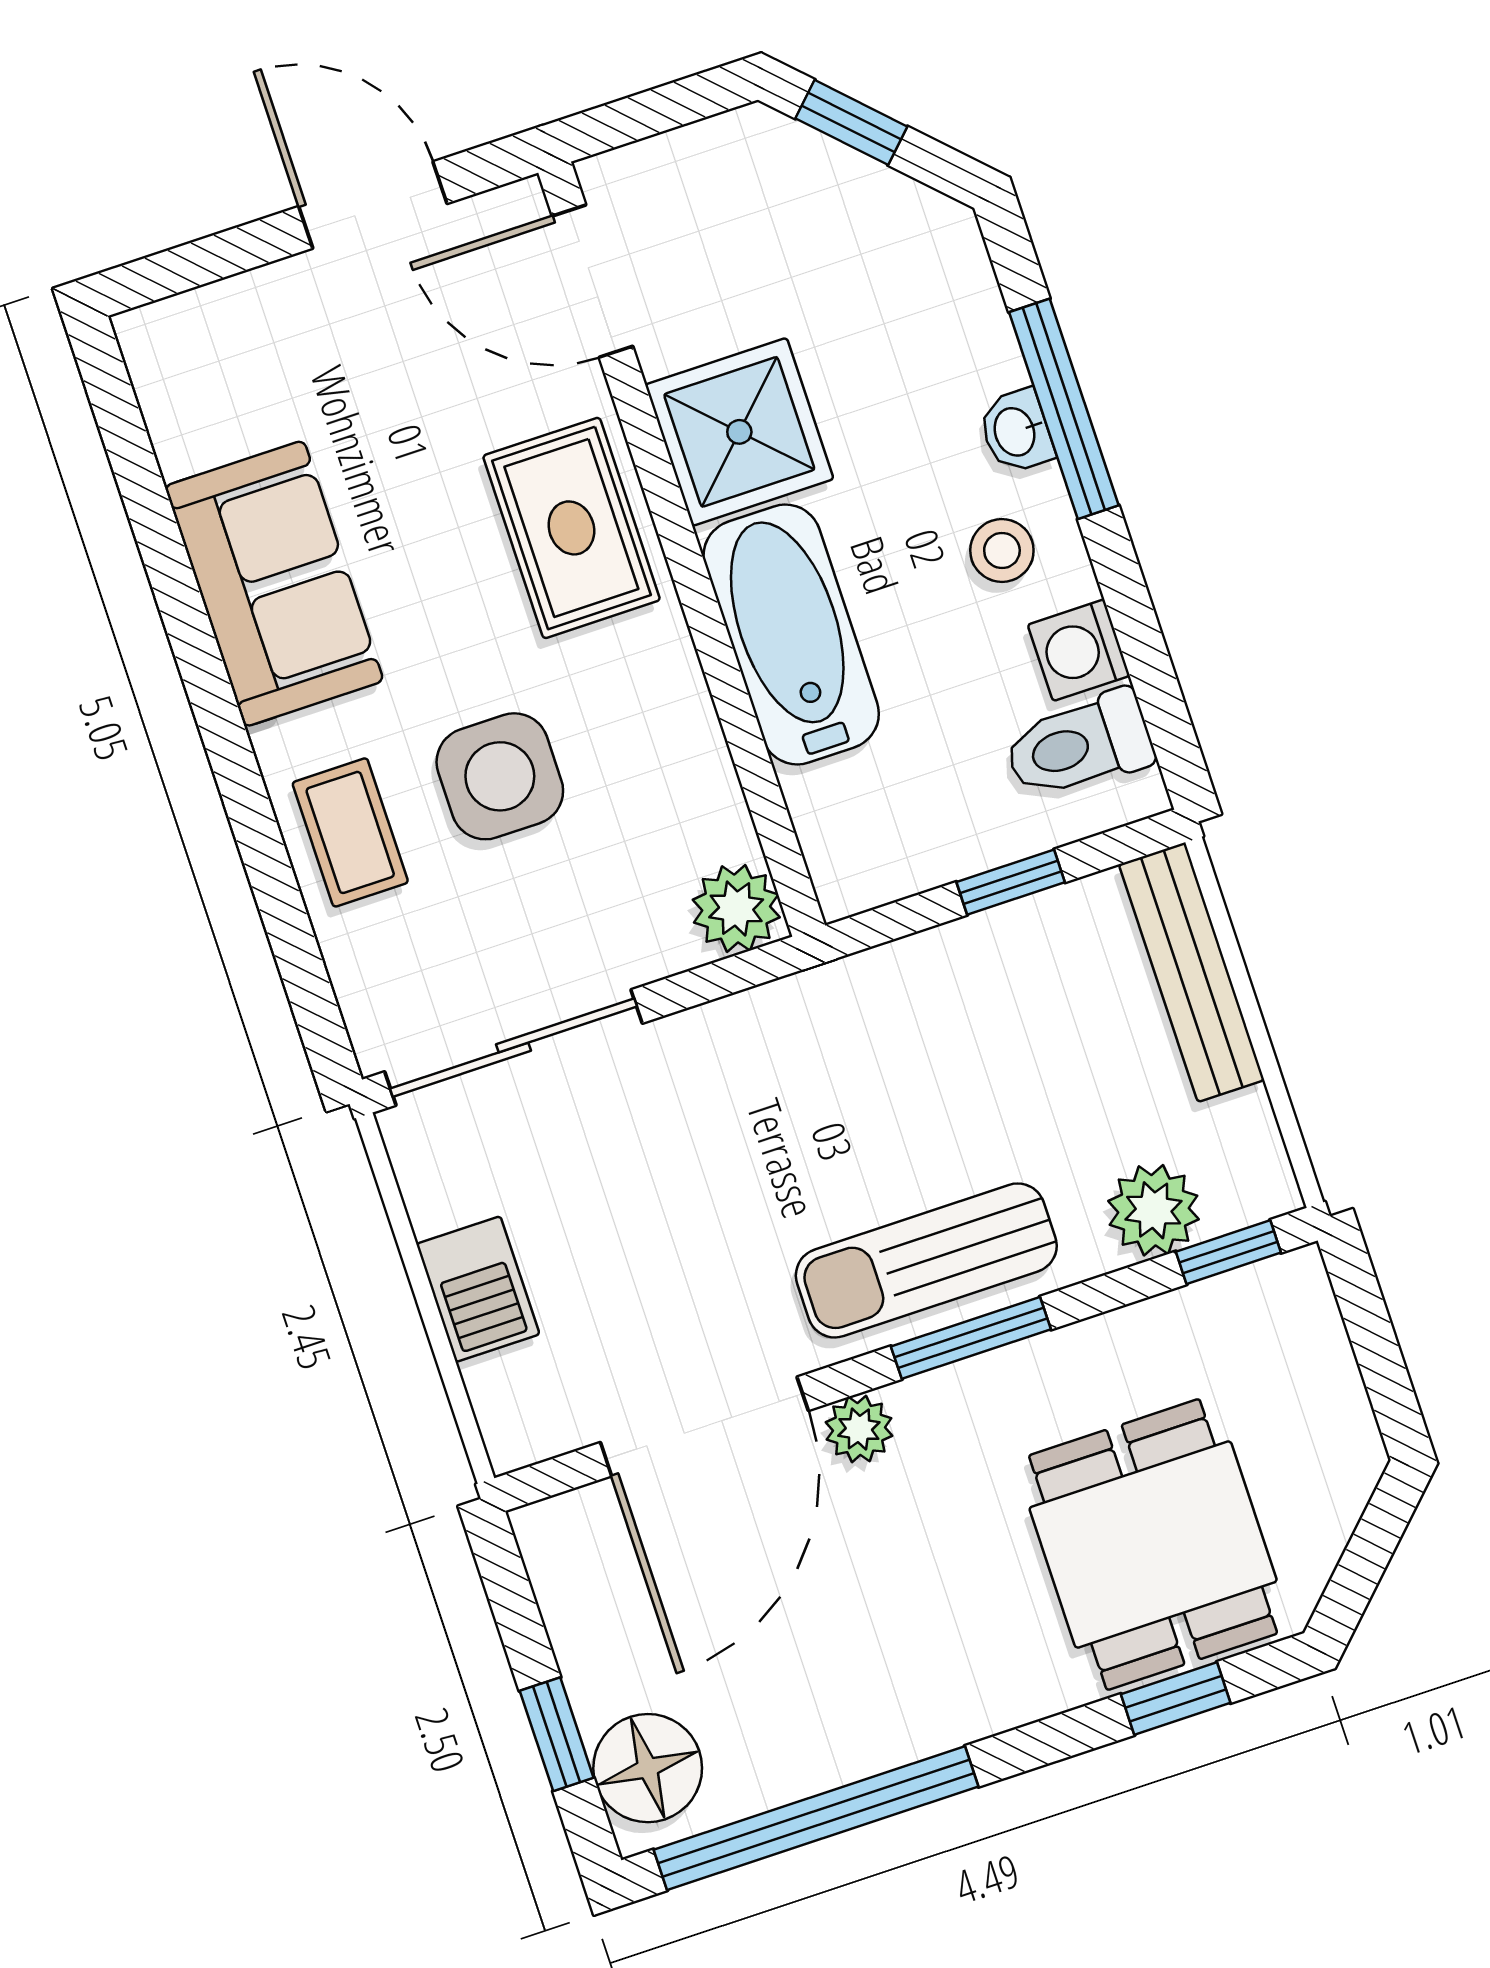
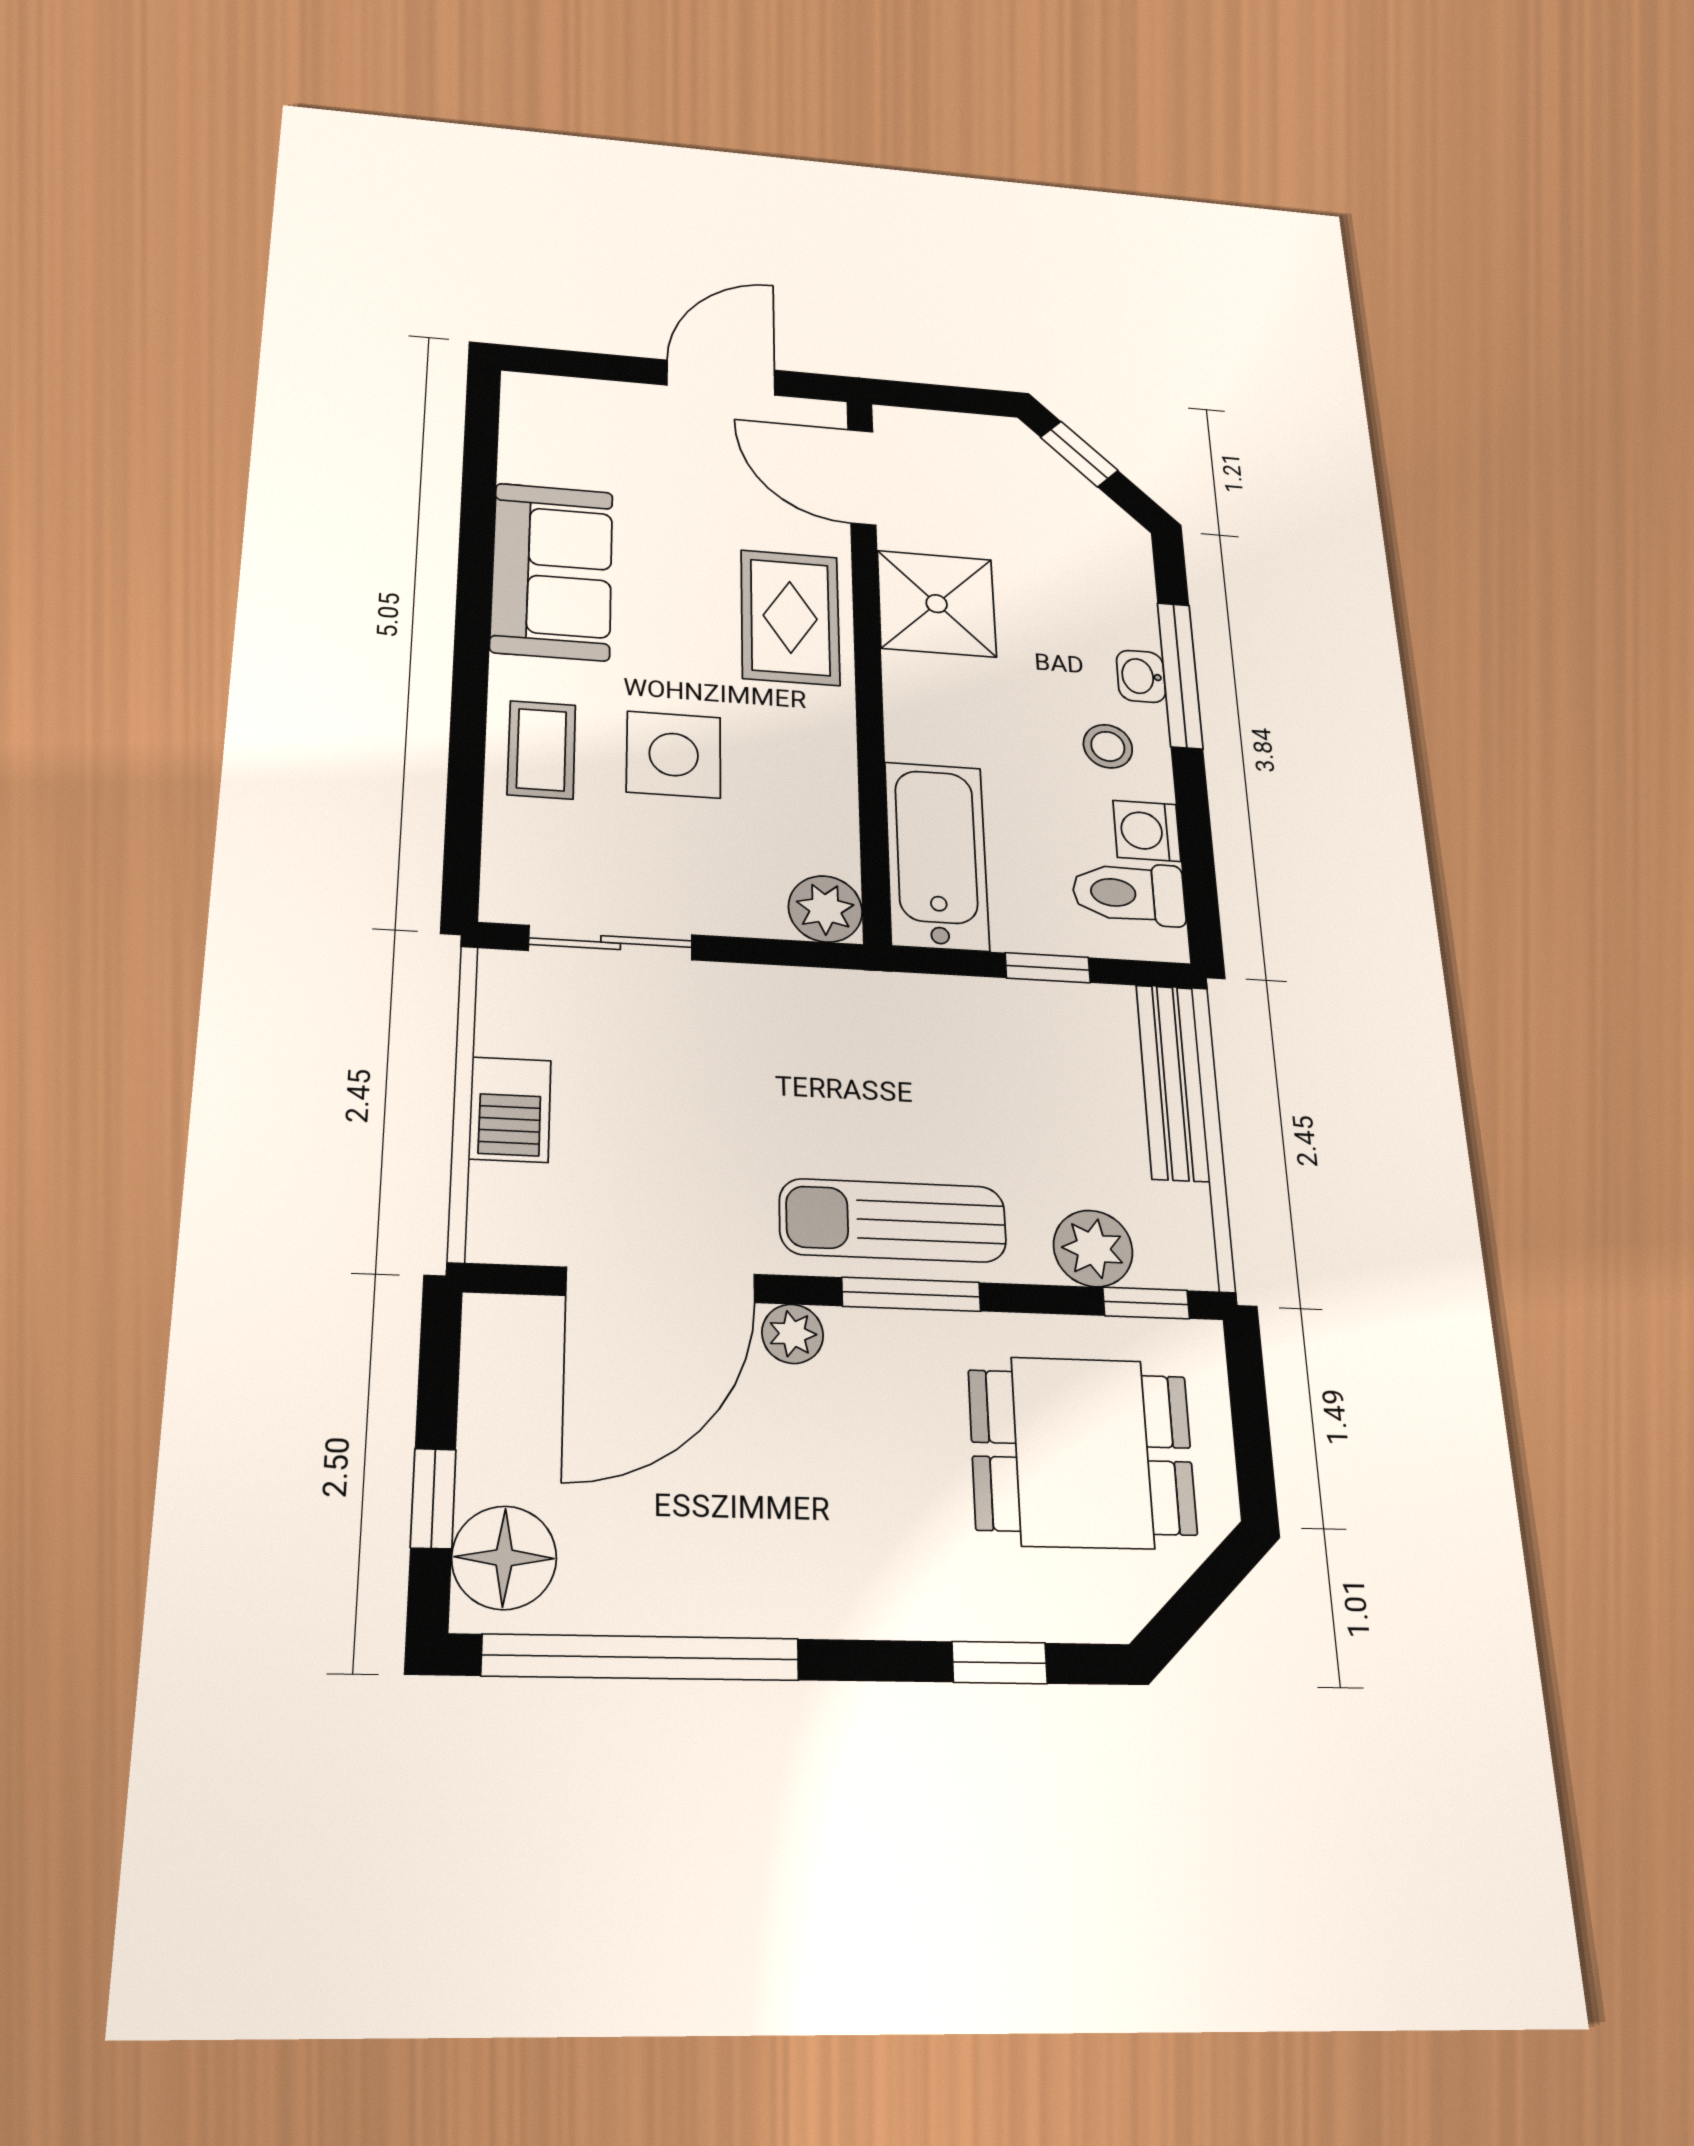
door: (373, 205) -> (721, 378), hinge flipped
bathtub: (791, 634) -> (937, 856), moved
sliding door: (513, 1048) -> (611, 943), width x0.73
dining table: (1153, 1545) -> (1082, 1452), moved, turned 90

